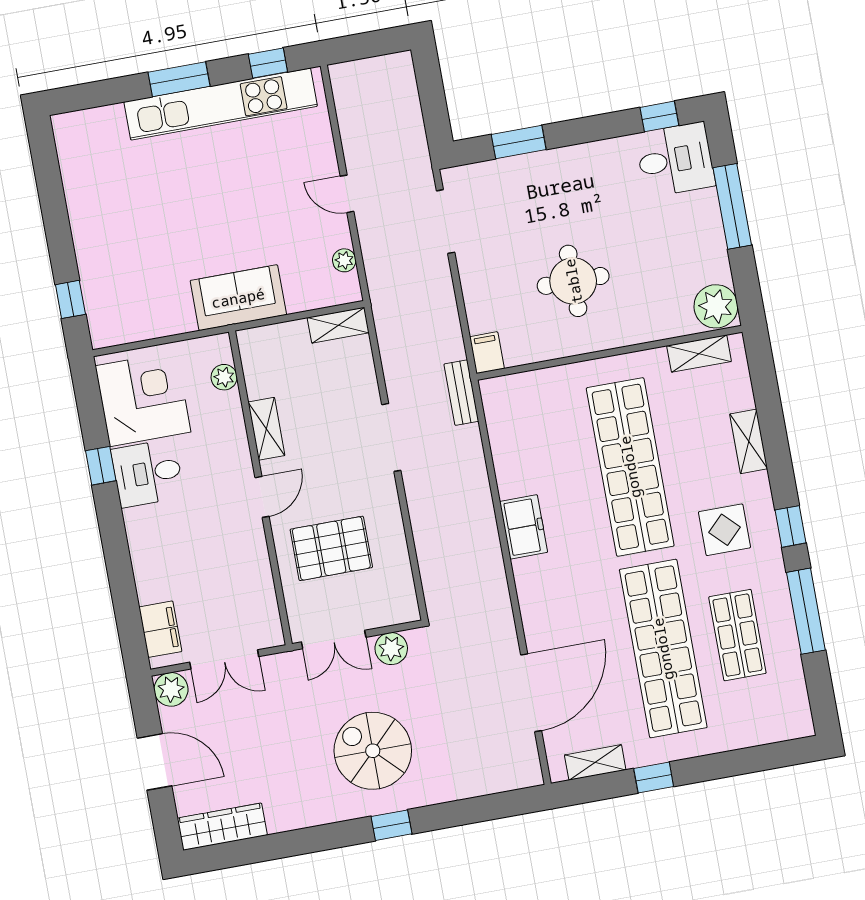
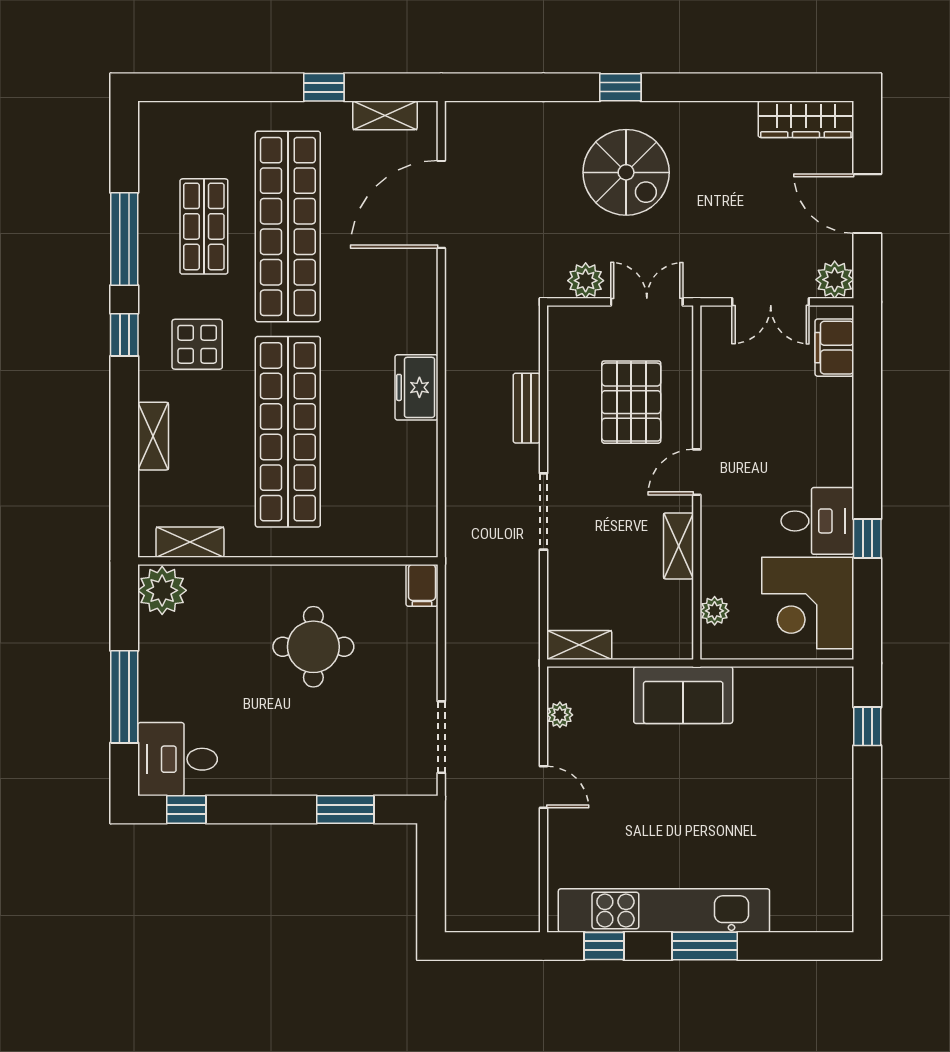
bench: (461, 393) -> (527, 408), moved
pallet: (331, 548) -> (631, 402), turned 90
double door: (224, 659) -> (771, 302), swing flipped

